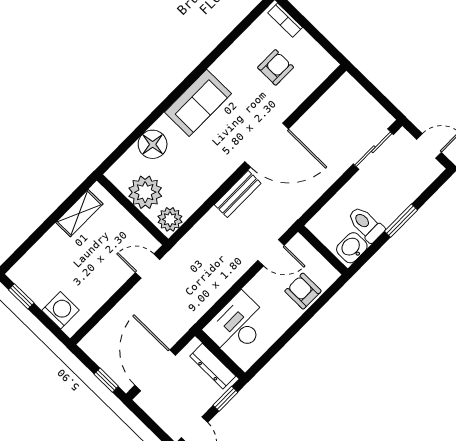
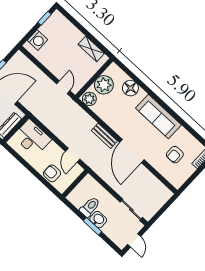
armchair: (276, 67) -> (175, 155), turned 90
sofa: (198, 103) -> (158, 117), width x1.36
washbasin: (352, 248) -> (98, 220), moved
armchair: (303, 291) -> (52, 173), turned -90

